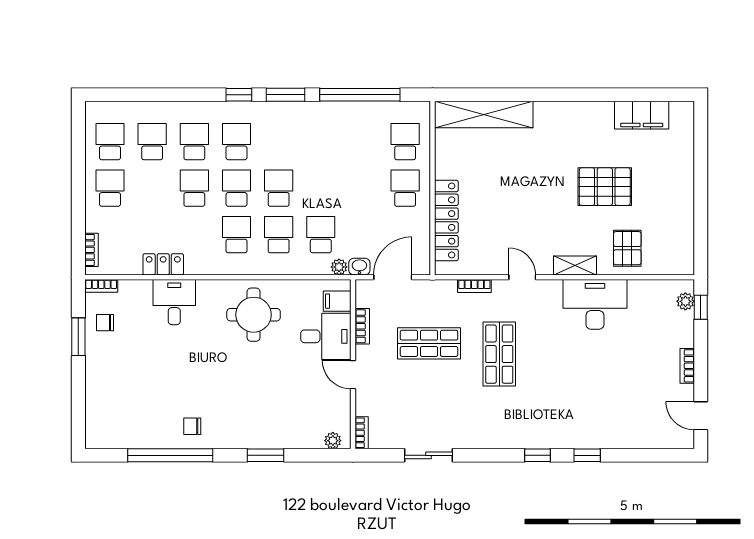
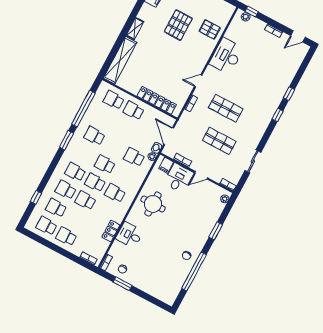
window: (239, 95) -> (36, 197), moved
school desk: (279, 235) -> (94, 136), moved
shelving: (575, 265) -> (135, 29), moved
shop shelf: (429, 343) -> (219, 141), moved, turned 90

